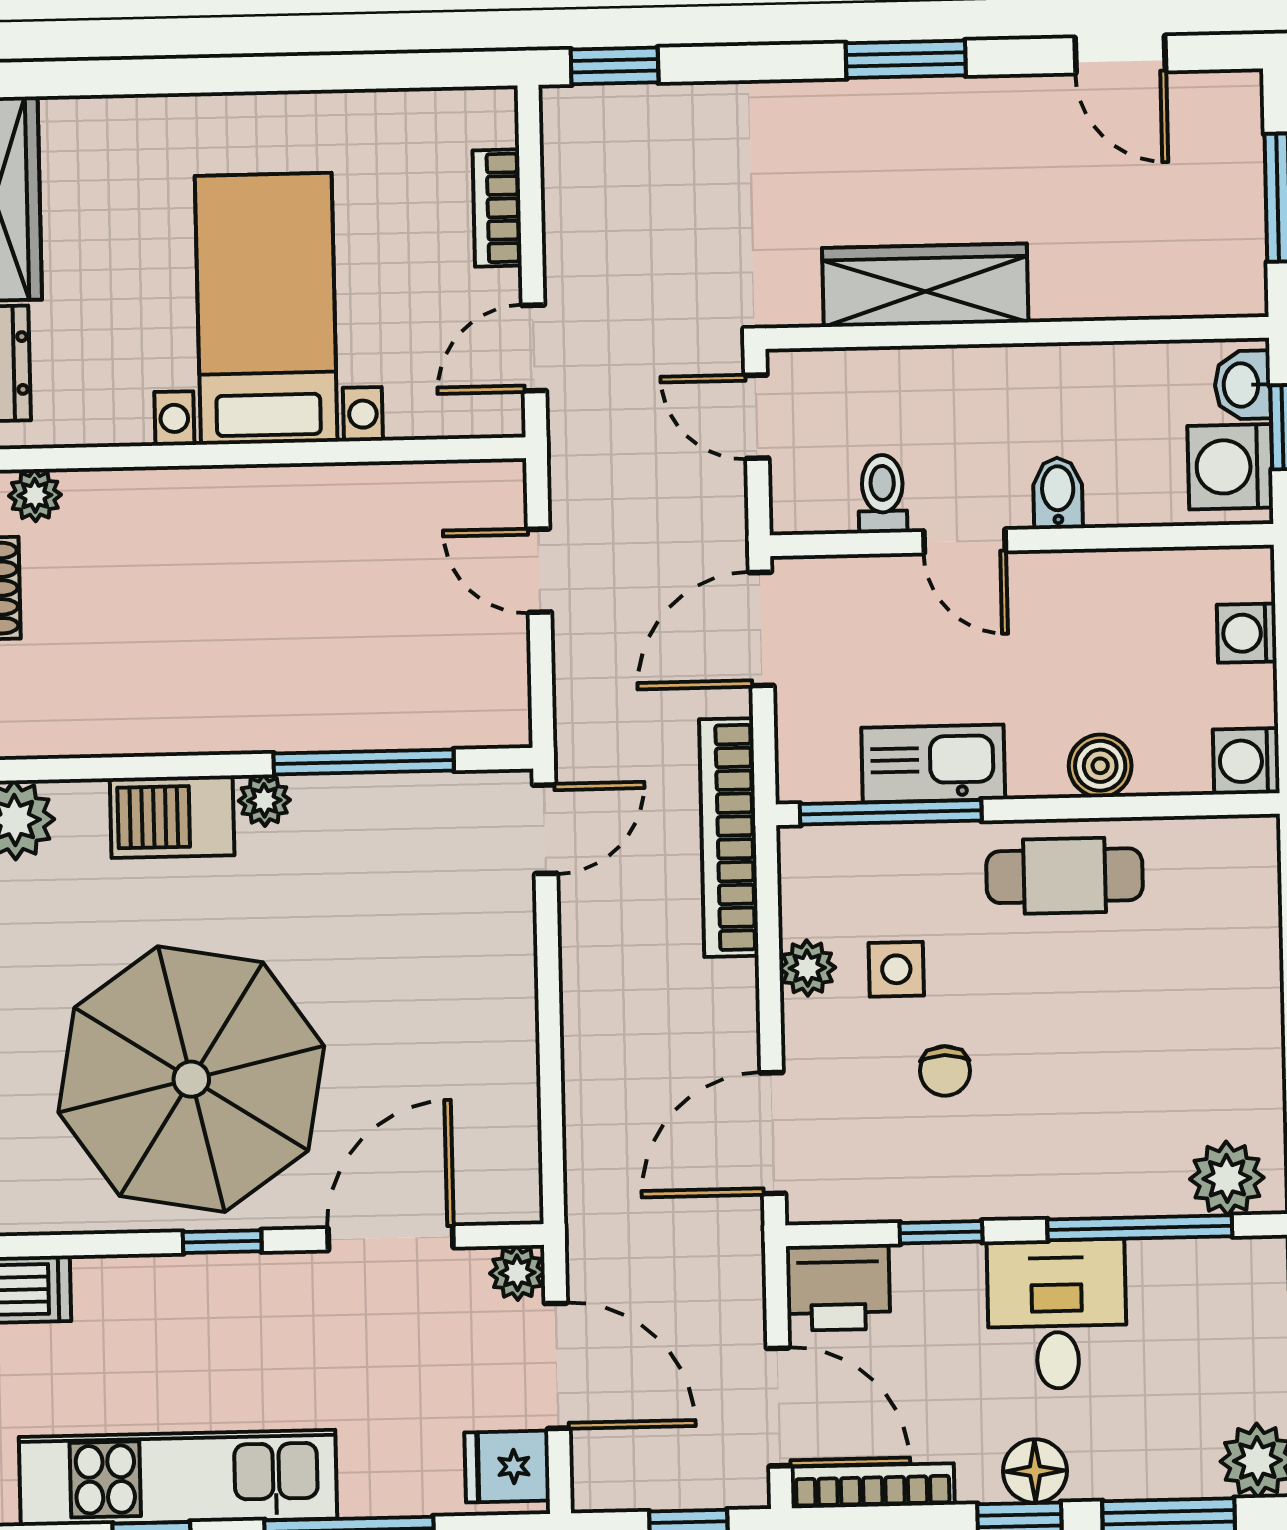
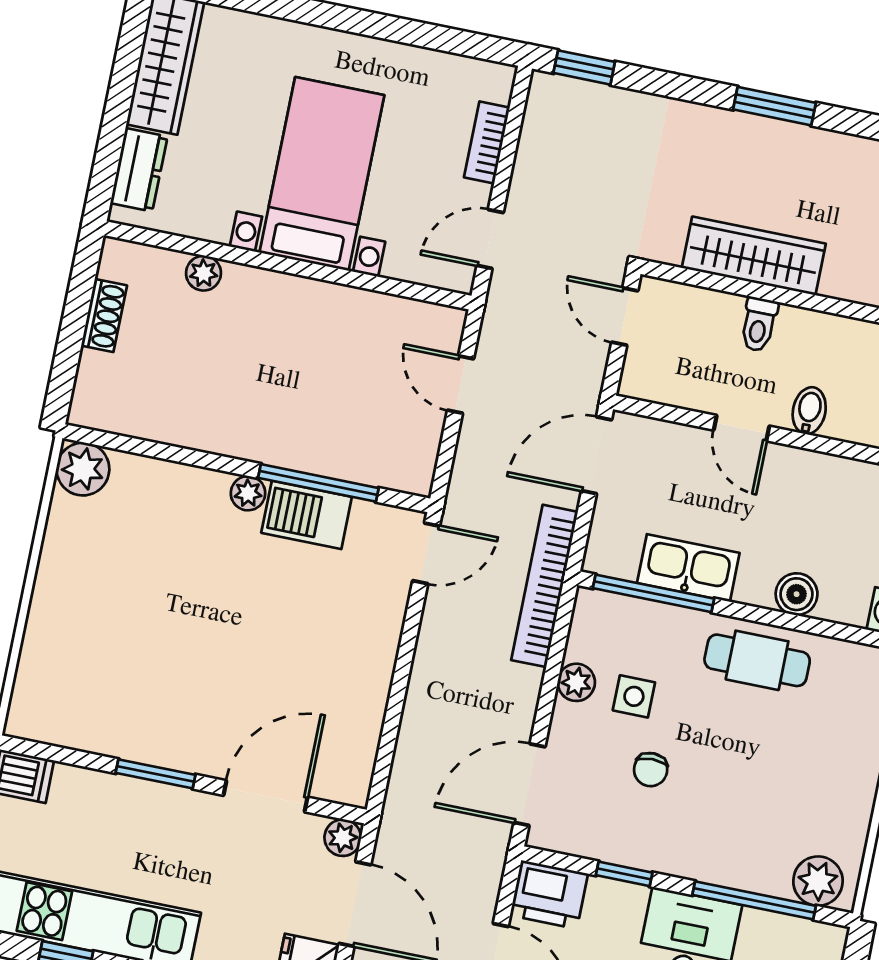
toilet: (882, 494) -> (759, 324), moved, turned 180
plant: (35, 495) -> (204, 273), moved
barbecue: (172, 817) -> (307, 515), moved
parasol: (191, 1079) -> (159, 664), removed
window: (222, 1242) -> (155, 774), width x1.50

